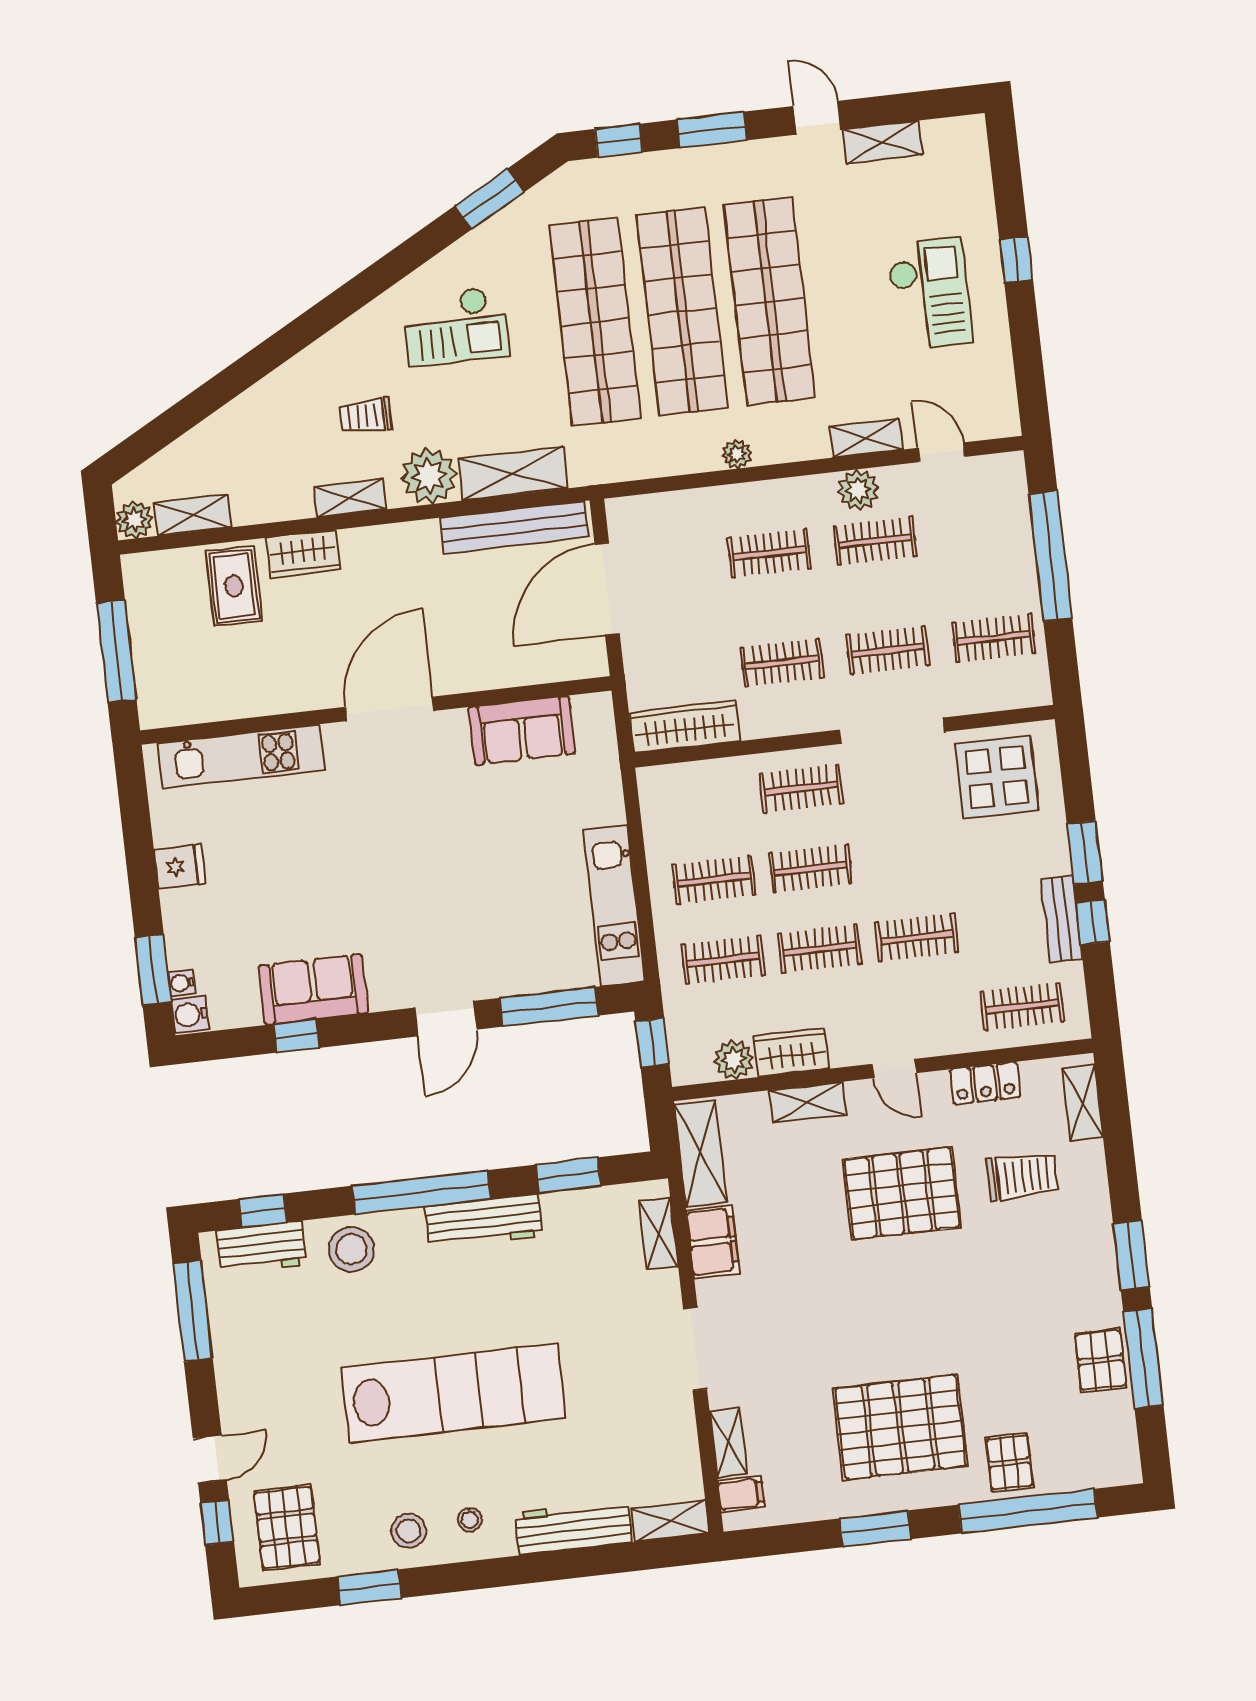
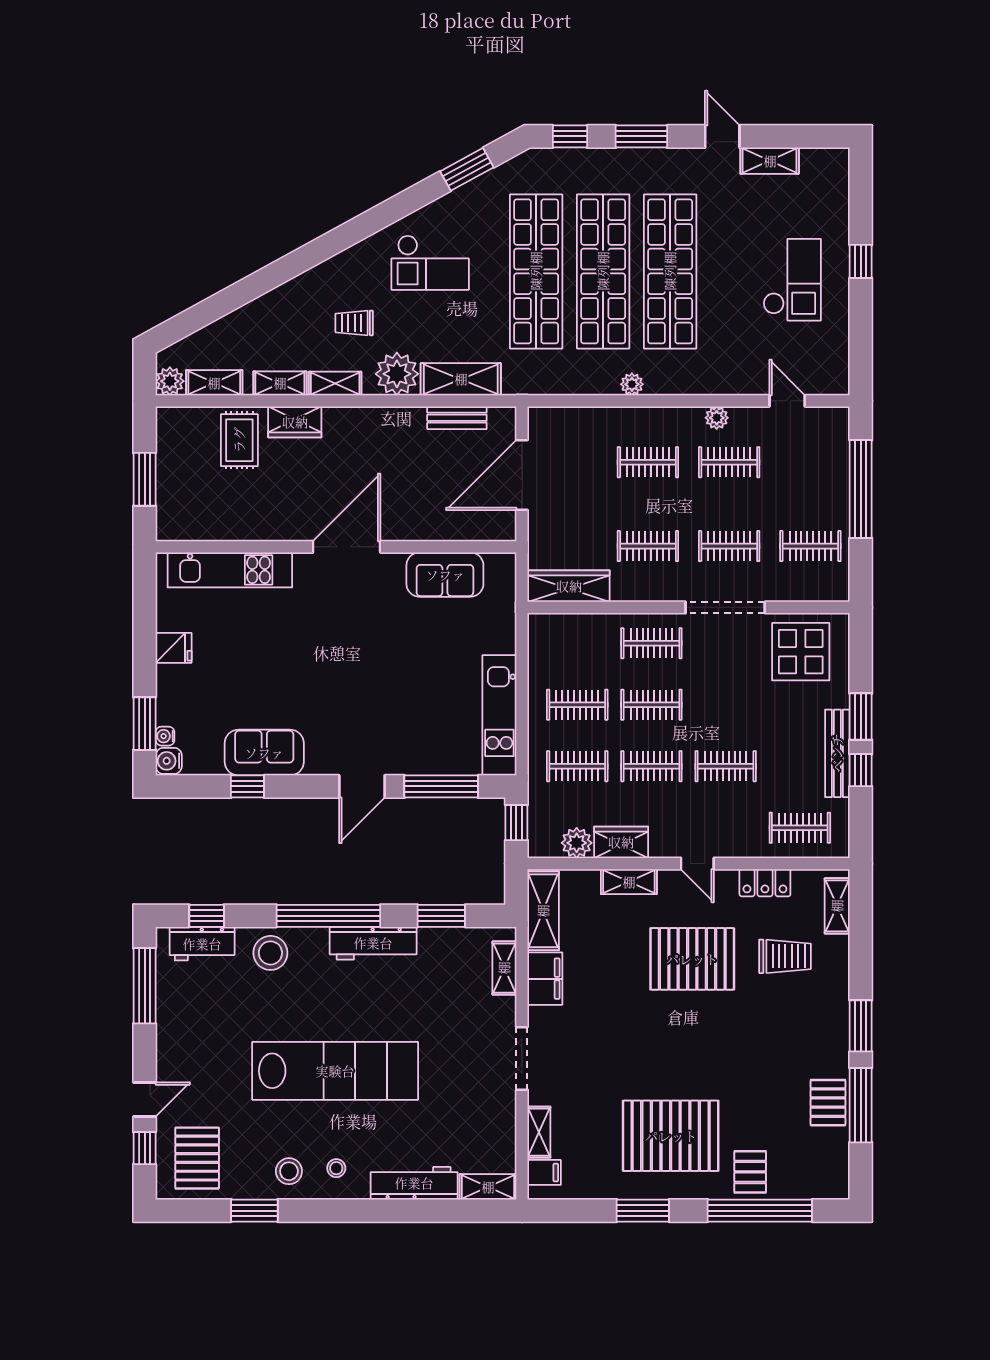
shelving: (866, 438) -> (280, 383), moved
plant: (858, 490) -> (717, 418), width x0.73, depth x0.73
bench: (514, 527) -> (457, 418), width x0.54, depth x0.82
window: (116, 651) -> (145, 479), width x0.69
bench: (1062, 919) -> (837, 753), width x1.36

